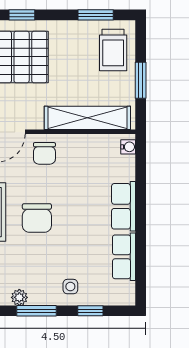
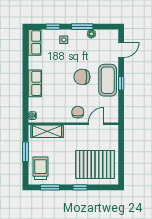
window: (22, 15) -> (80, 187), moved
shelving: (87, 118) -> (47, 131), width x0.68
chair: (37, 218) -> (82, 77), turned -90
row of seats: (124, 257) -> (35, 42), moved

